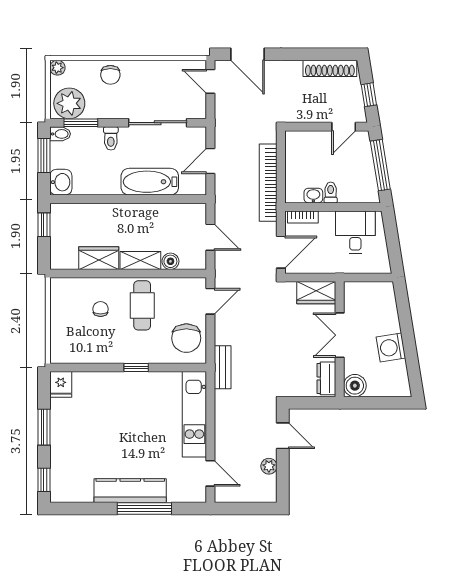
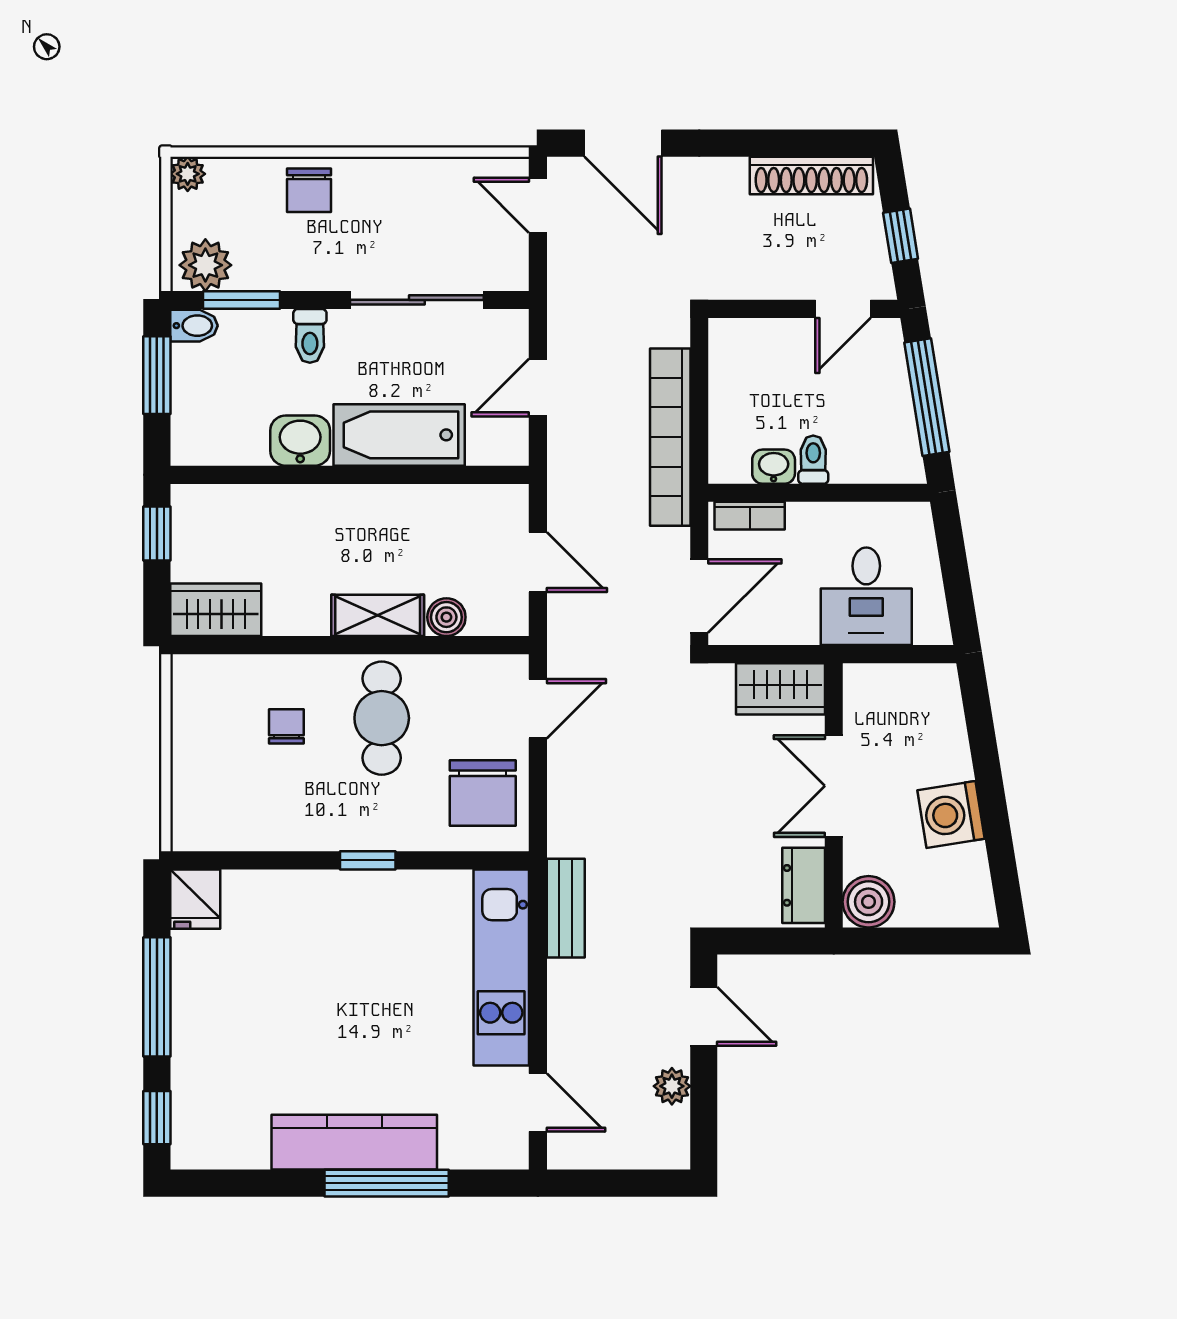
plant: (69, 103) -> (205, 265), width x0.73, depth x0.73
washbasin: (61, 182) -> (300, 441), moved, turned -90
desk: (355, 232) -> (866, 596), moved, turned 180
wardrobe: (99, 258) -> (216, 610), moved
bench: (223, 367) -> (566, 908), moved
window: (44, 427) -> (157, 997), width x1.44

